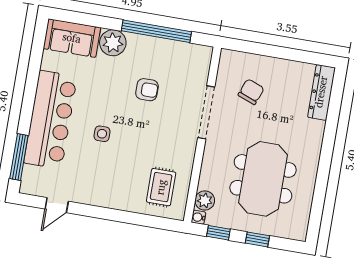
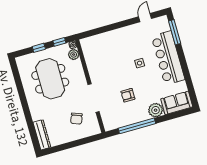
rug: (161, 187) -> (98, 51), removed

